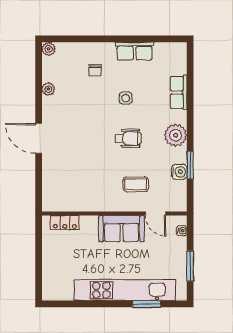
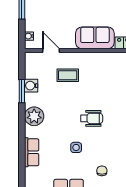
wheelchair: (128, 138) -> (92, 118), moved, turned 180
sofa: (122, 229) -> (95, 38), moved

